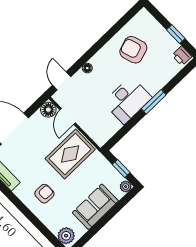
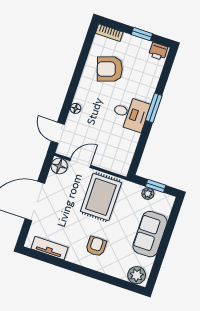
bookcase: (149, 19) -> (109, 33), added
desk: (128, 100) -> (130, 114), width x0.73
door: (68, 116) -> (80, 163), swing flipped
plant: (126, 187) -> (148, 194), moved

